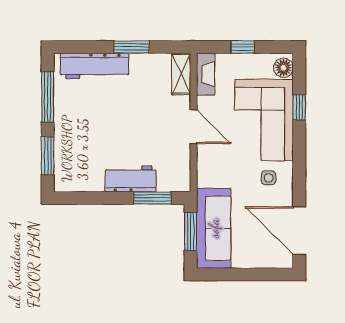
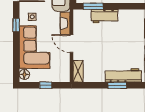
window: (131, 47) -> (117, 85), moved
fireplace: (206, 74) -> (65, 23), moved
window: (299, 107) -> (16, 25), moved

